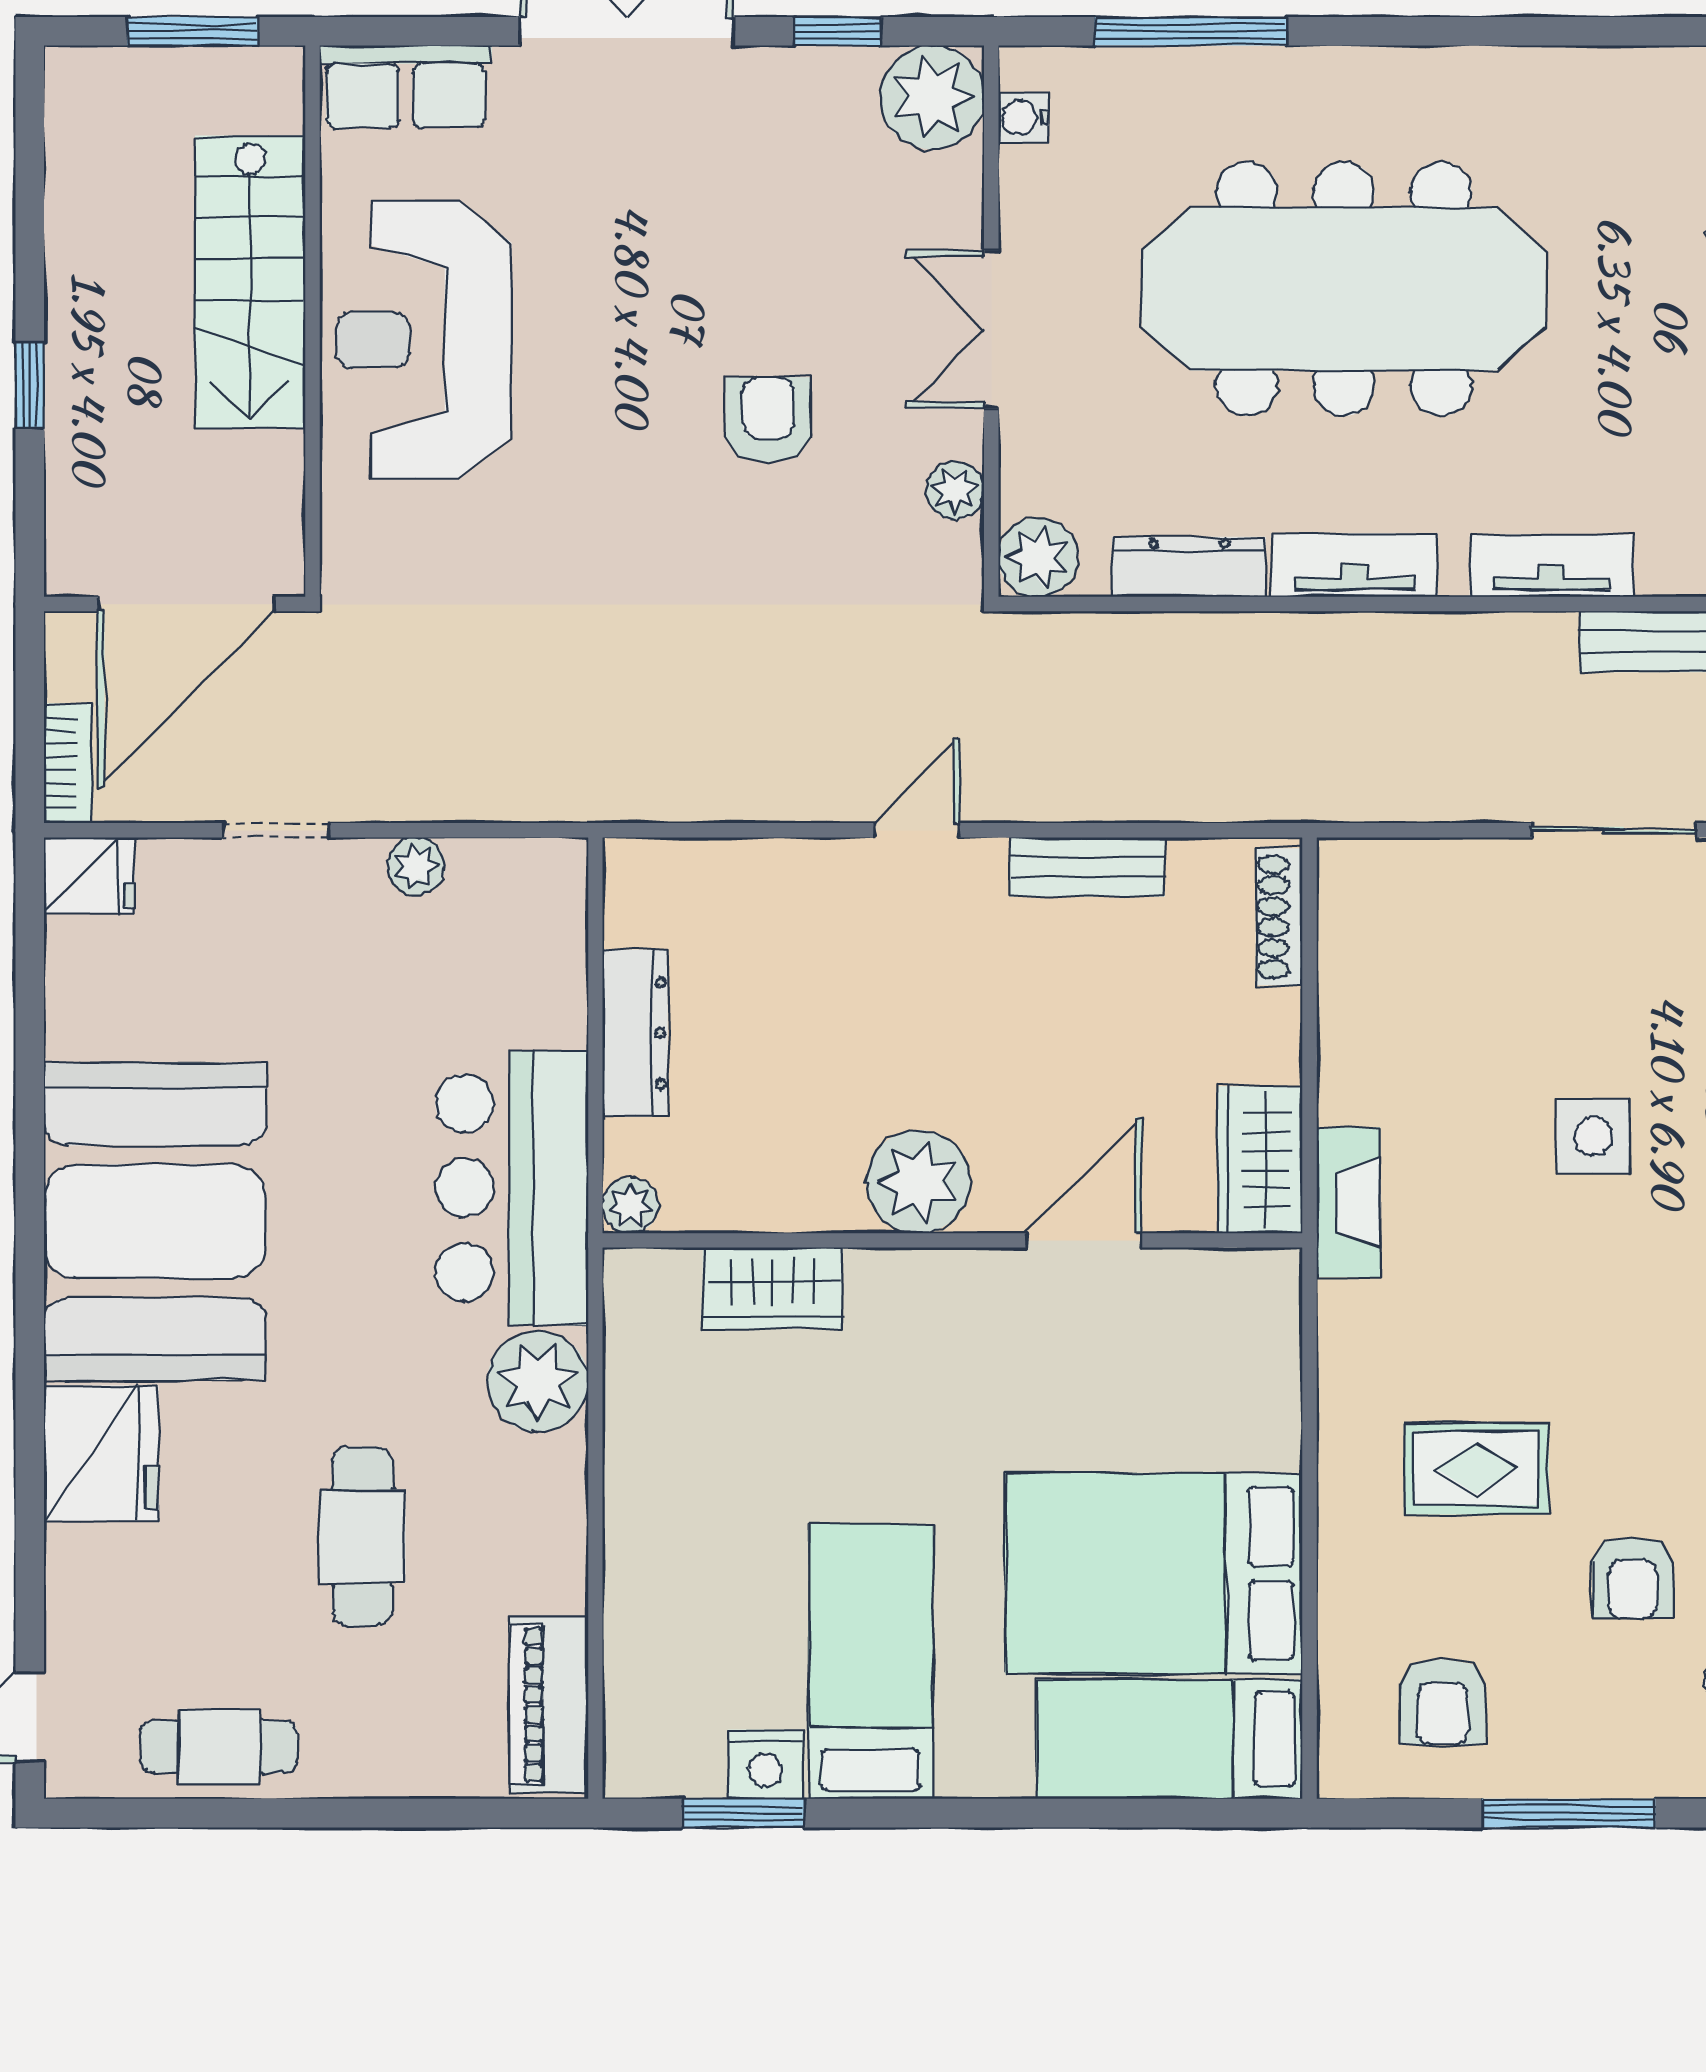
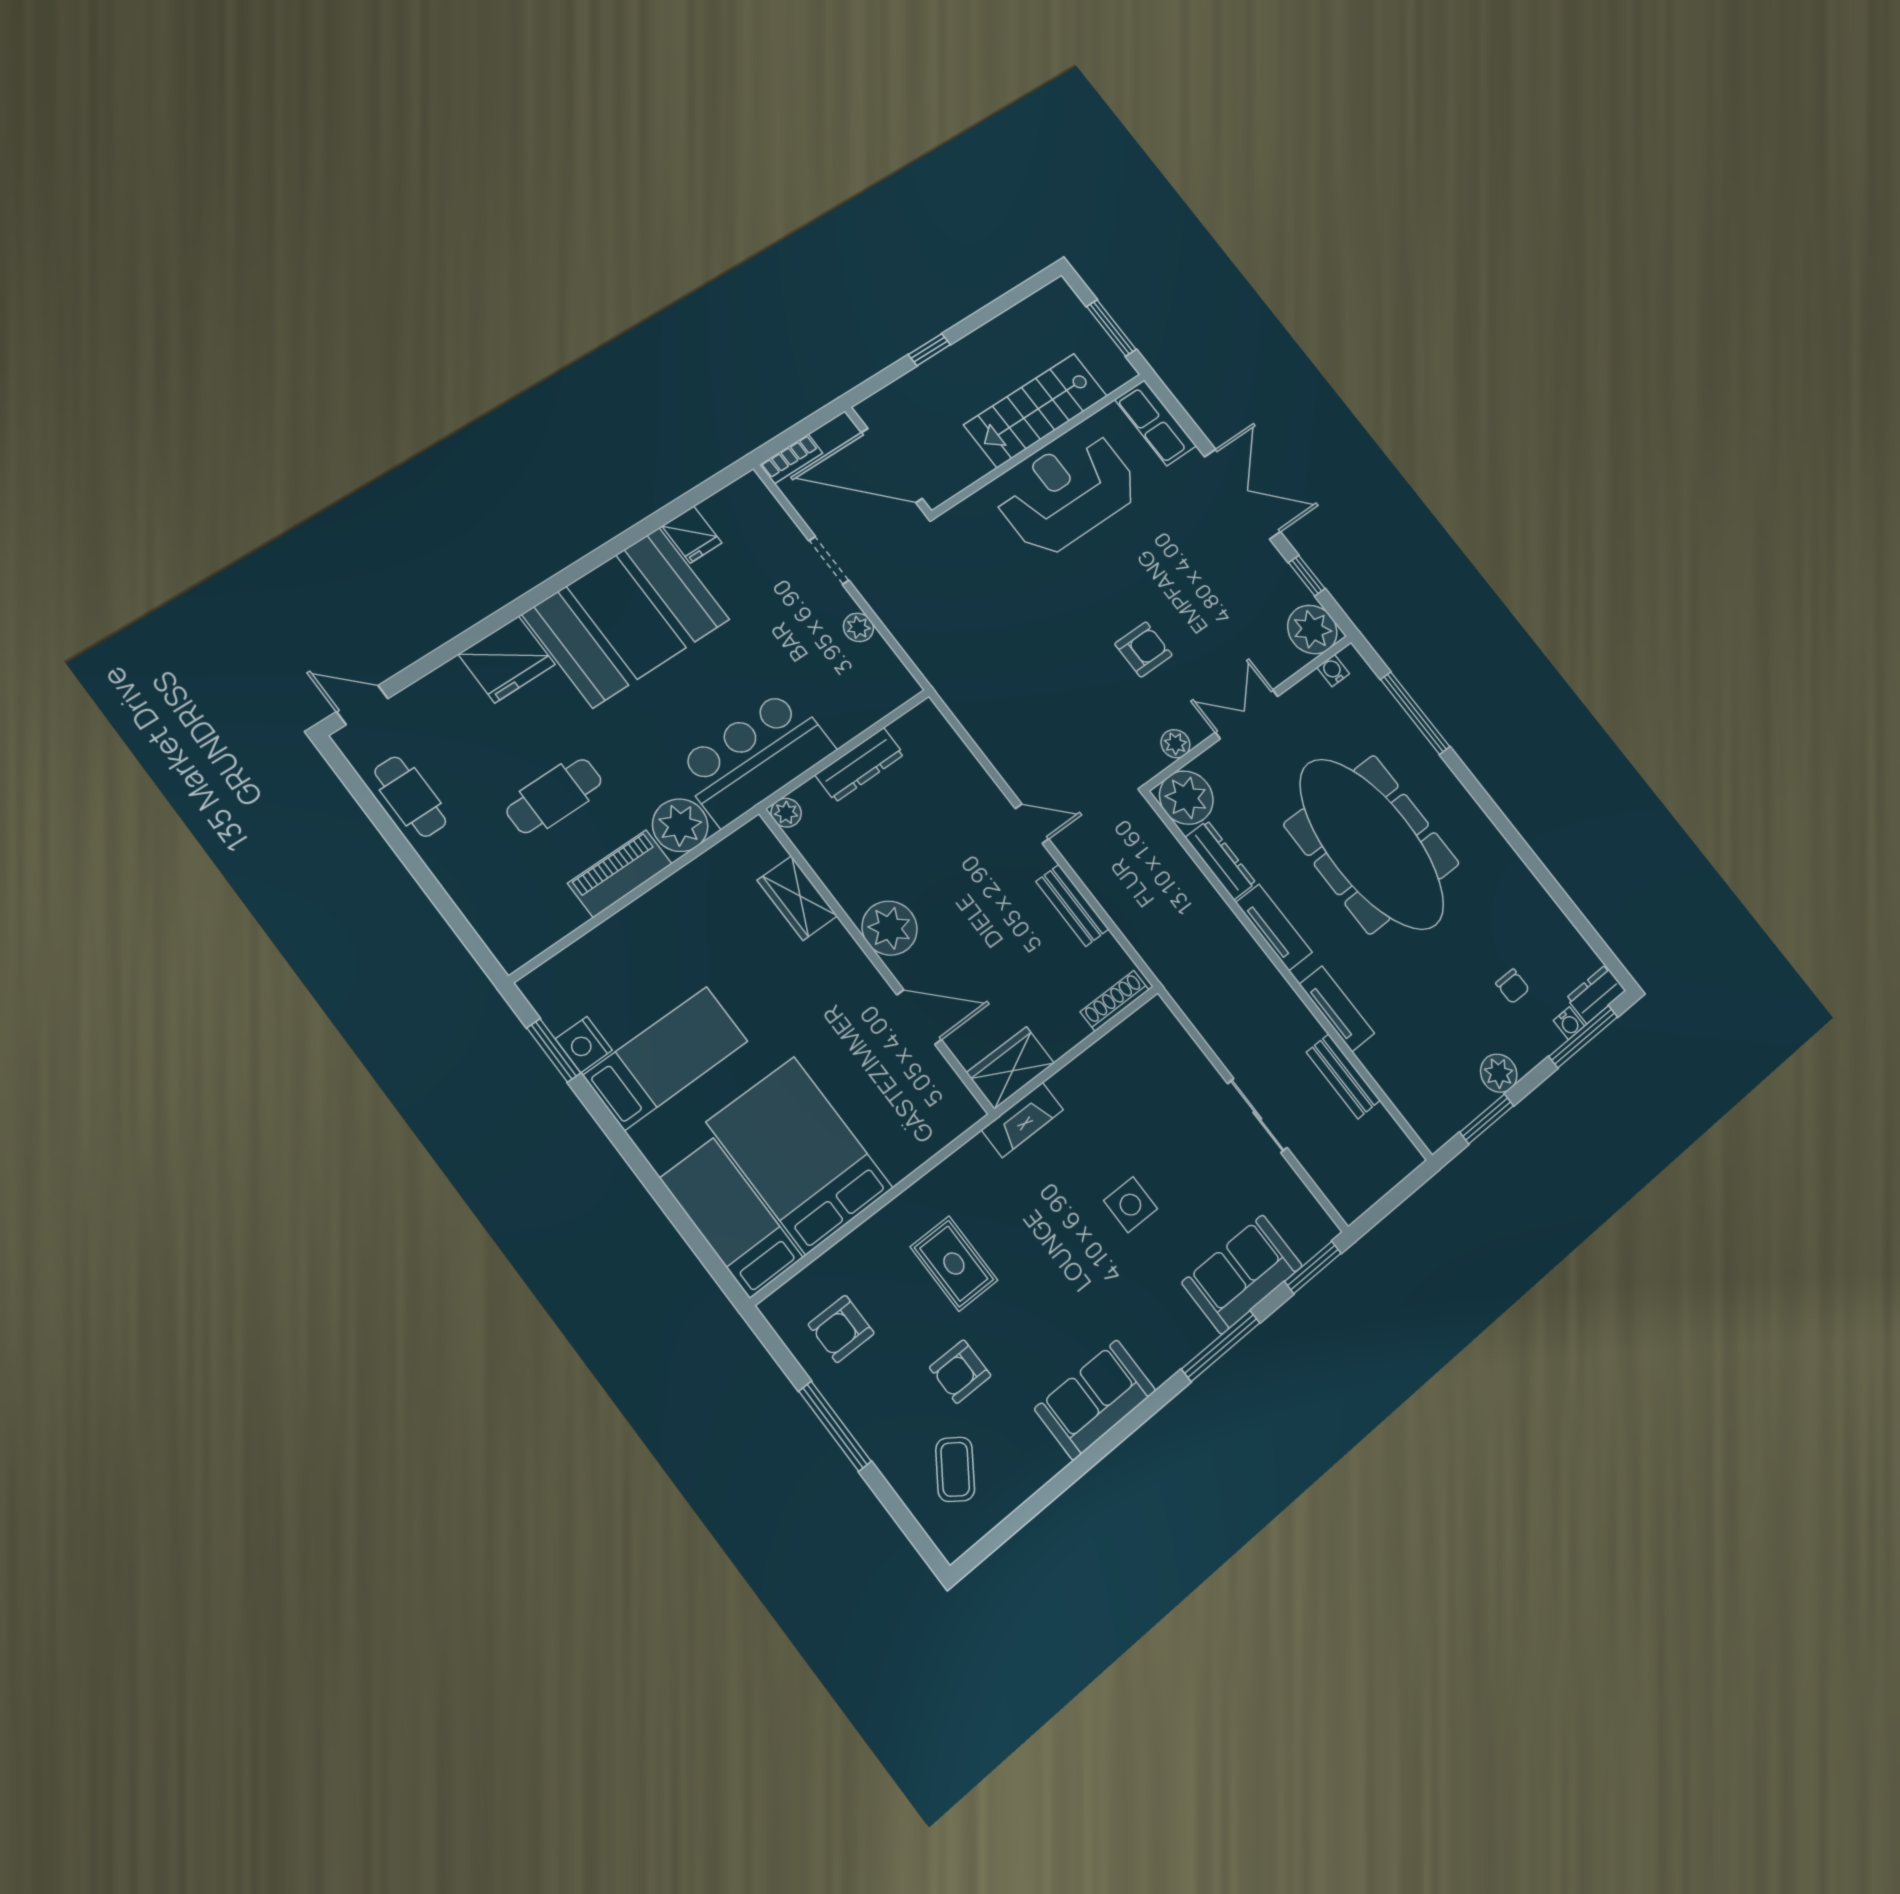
plant: (1038, 557) -> (1186, 798), width x1.36, depth x1.36
fridge: (89, 875) -> (692, 535), moved
piano: (549, 1705) -> (620, 874), moved

